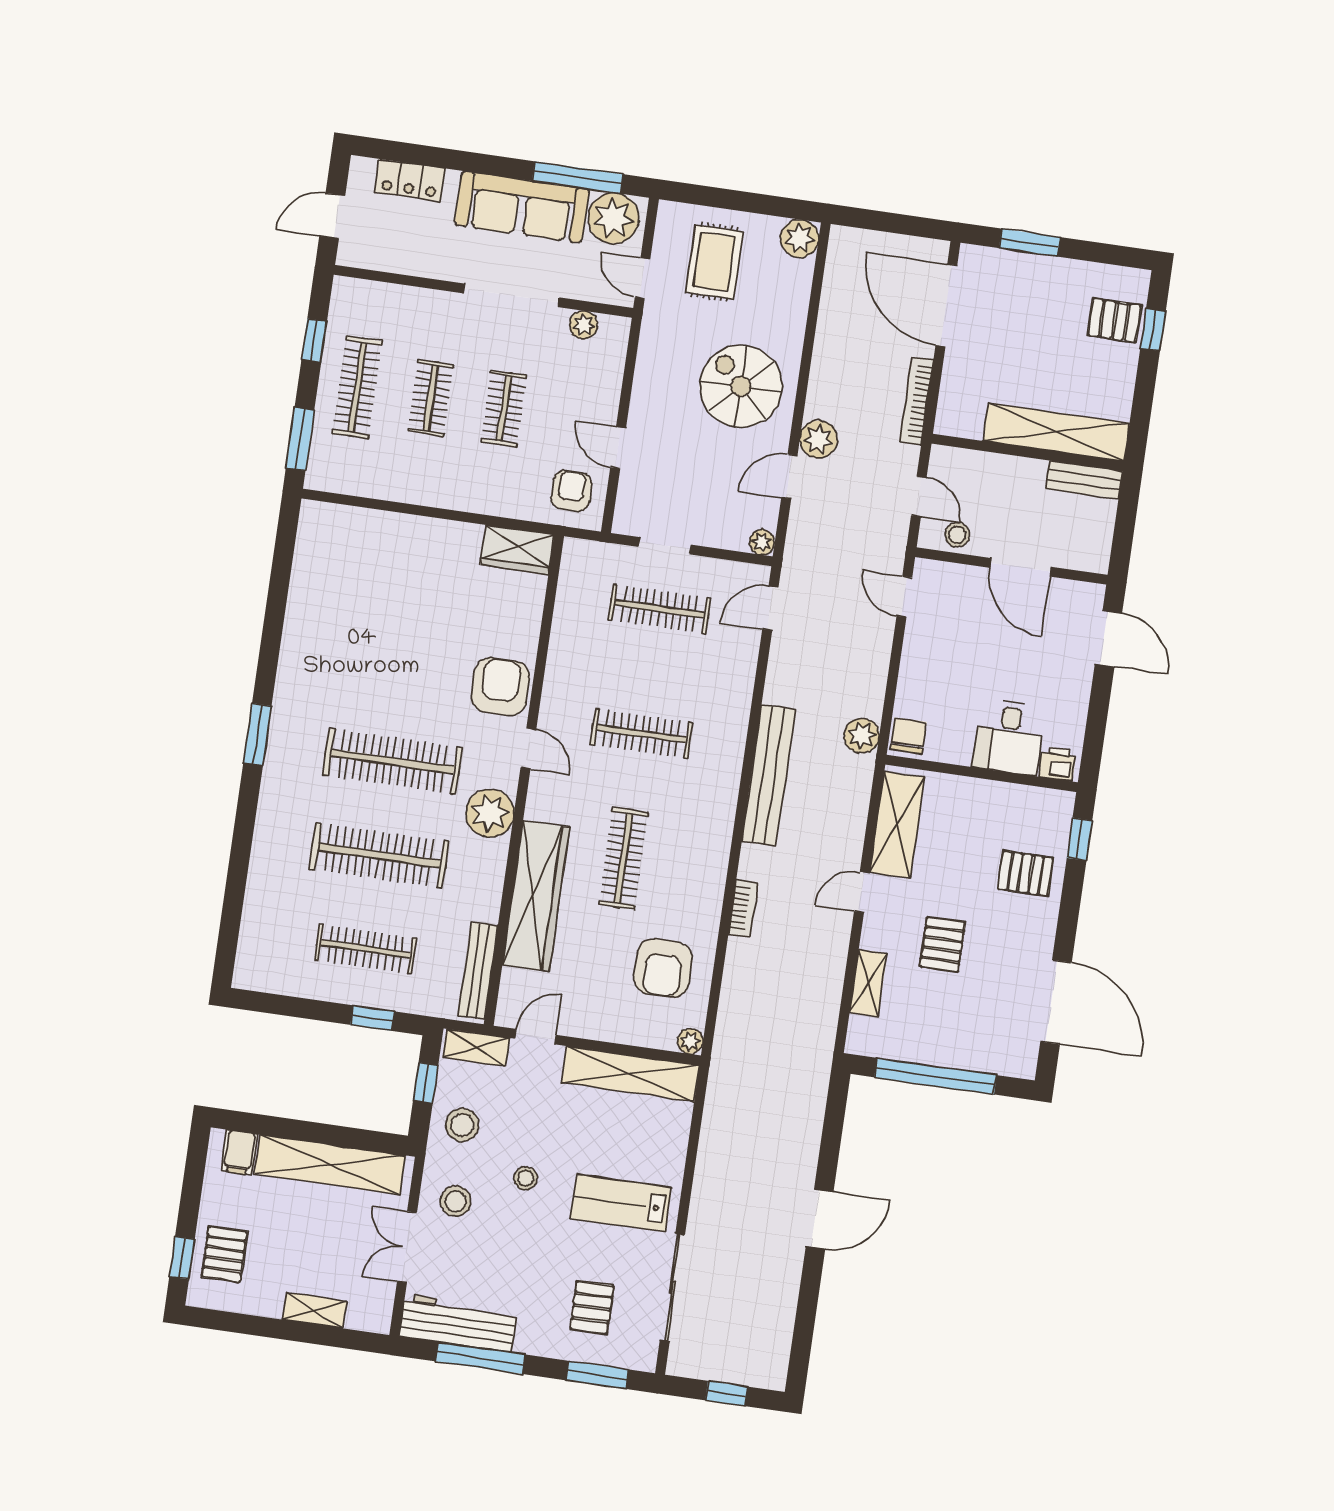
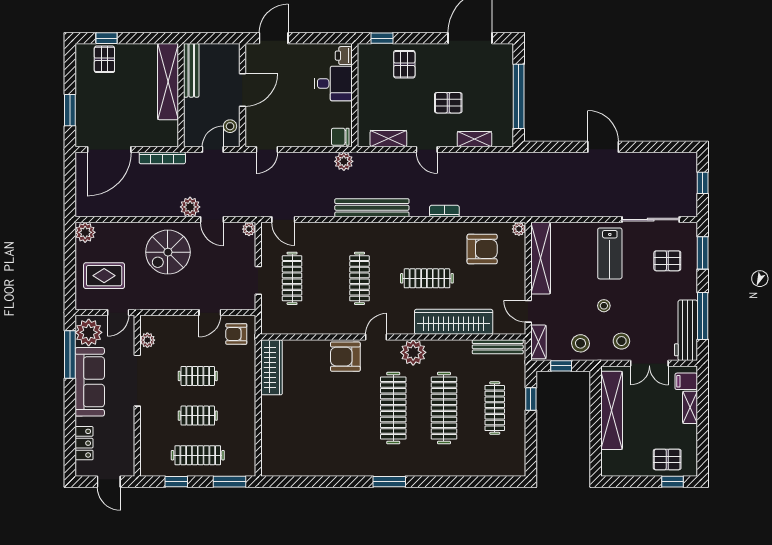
bench: (1084, 480) -> (191, 70), width x1.36
wardrobe: (517, 550) -> (272, 367), width x1.50
shelving: (897, 825) -> (388, 139), width x0.67, depth x0.75
filing cabinet: (239, 1152) -> (686, 381), moved, turned 180

